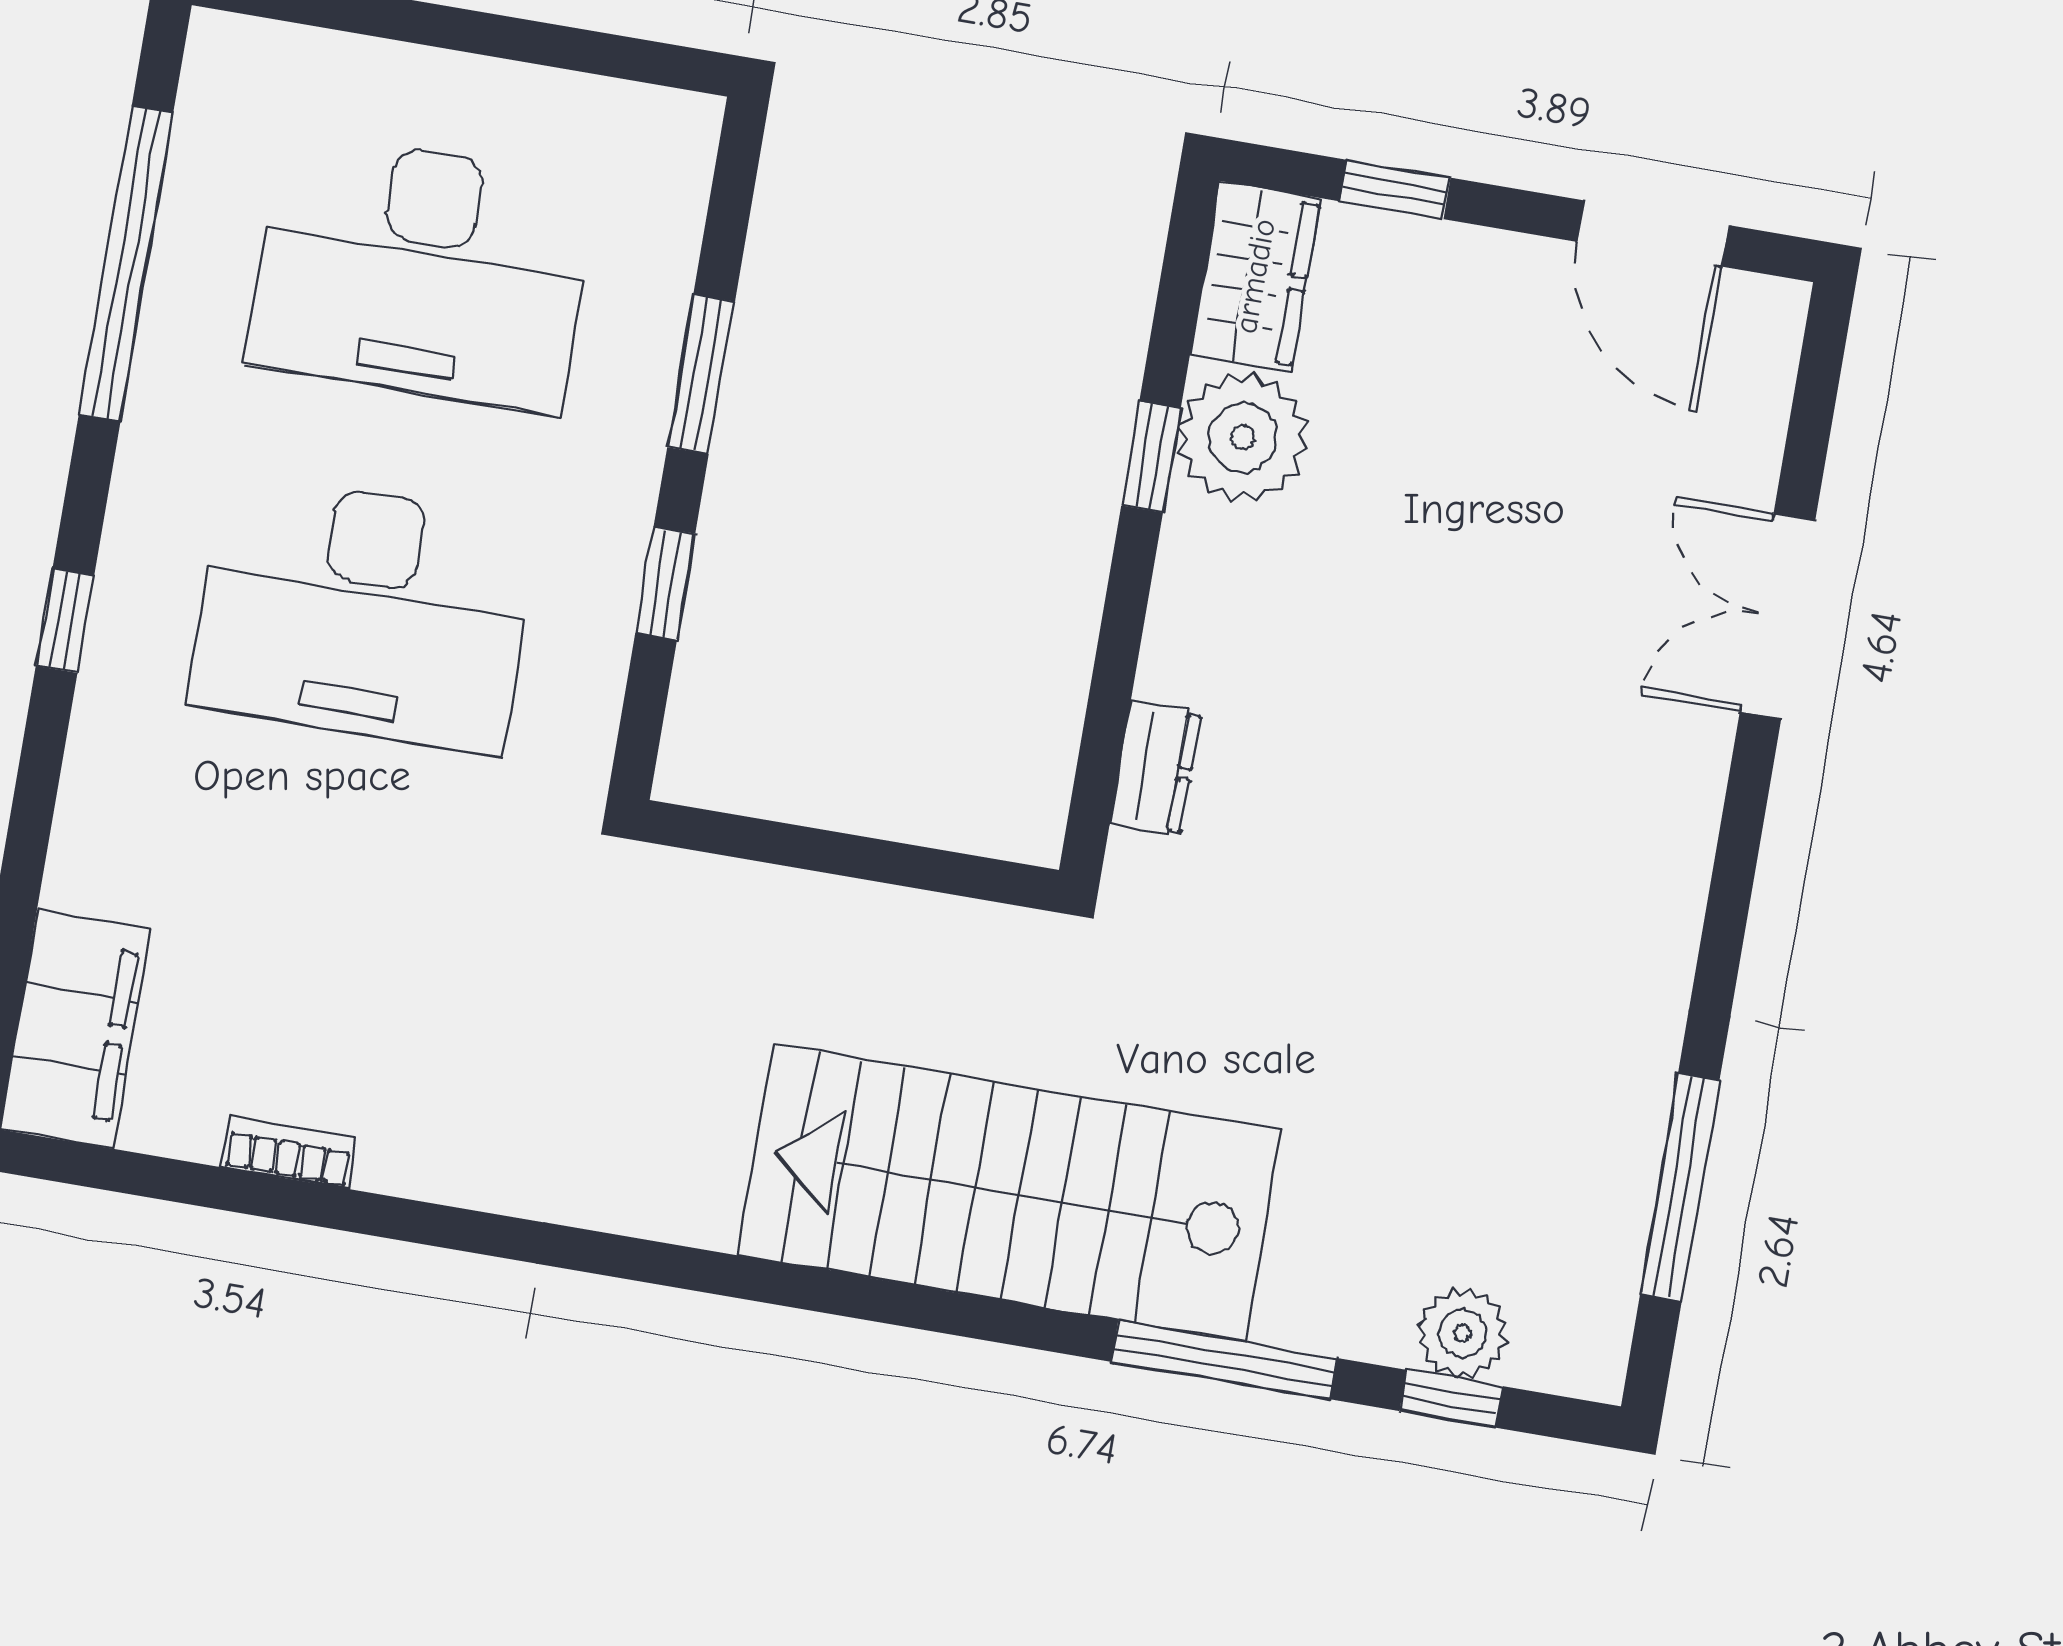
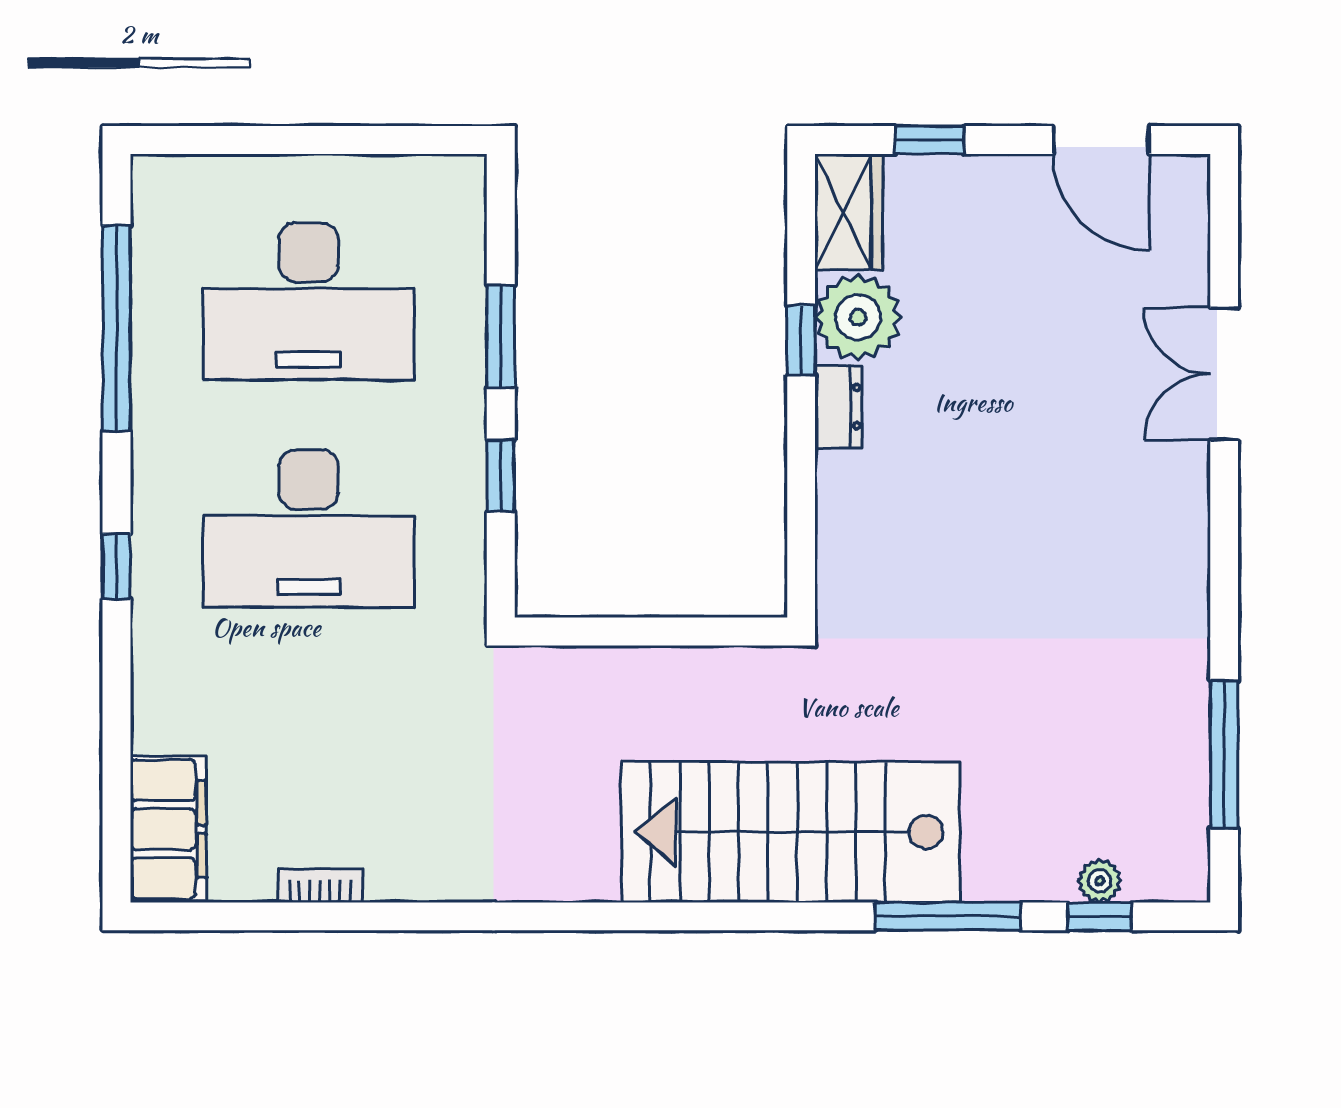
dresser: (1155, 769) -> (838, 407), moved
plant: (1463, 1333) -> (1100, 881), width x0.73, depth x0.73

